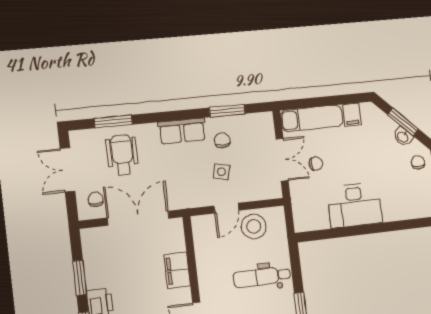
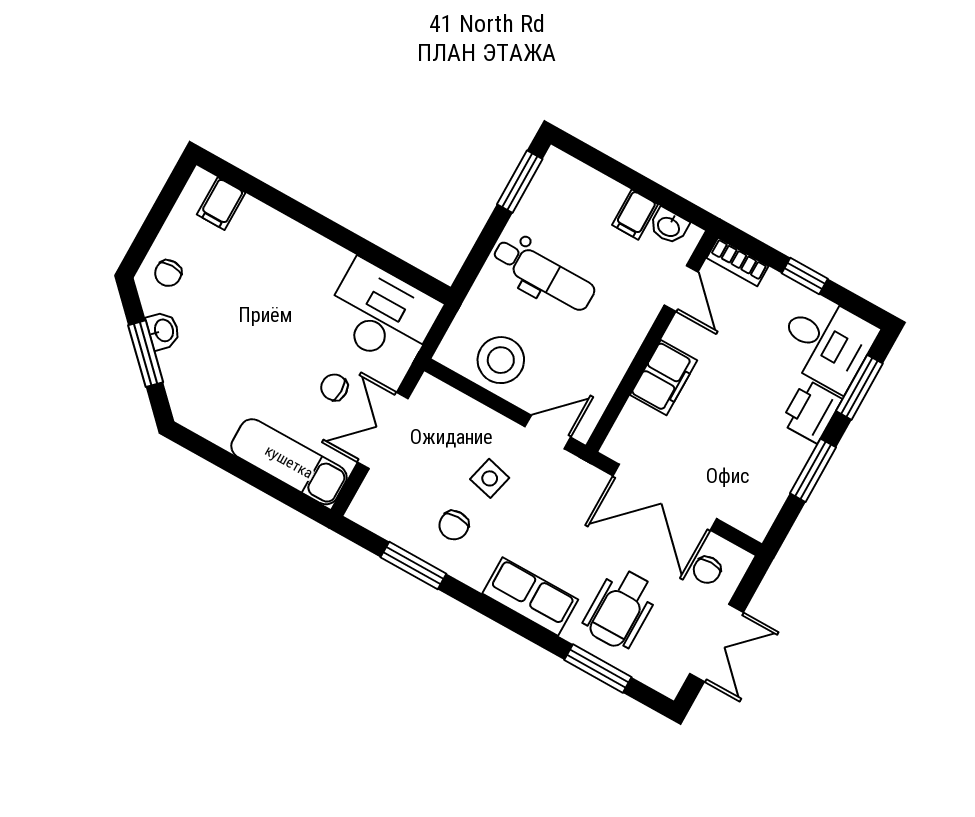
filing cabinet: (352, 115) -> (221, 204), moved, turned 180
row of seats: (182, 131) -> (530, 597), moved
desk: (355, 205) -> (382, 314), moved
door: (226, 208) -> (548, 432), moved

